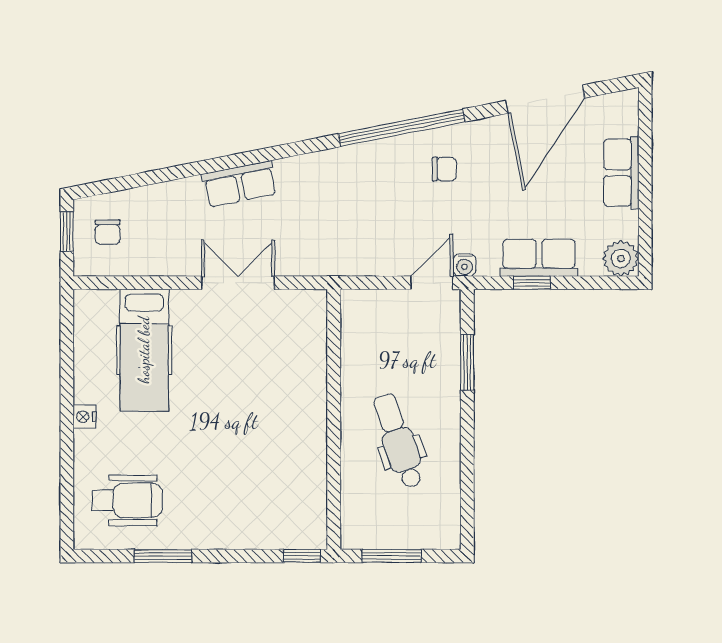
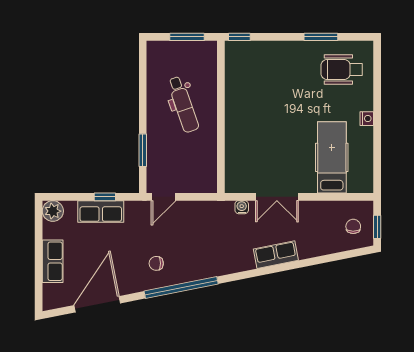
water cooler: (465, 265) -> (242, 207), moved

